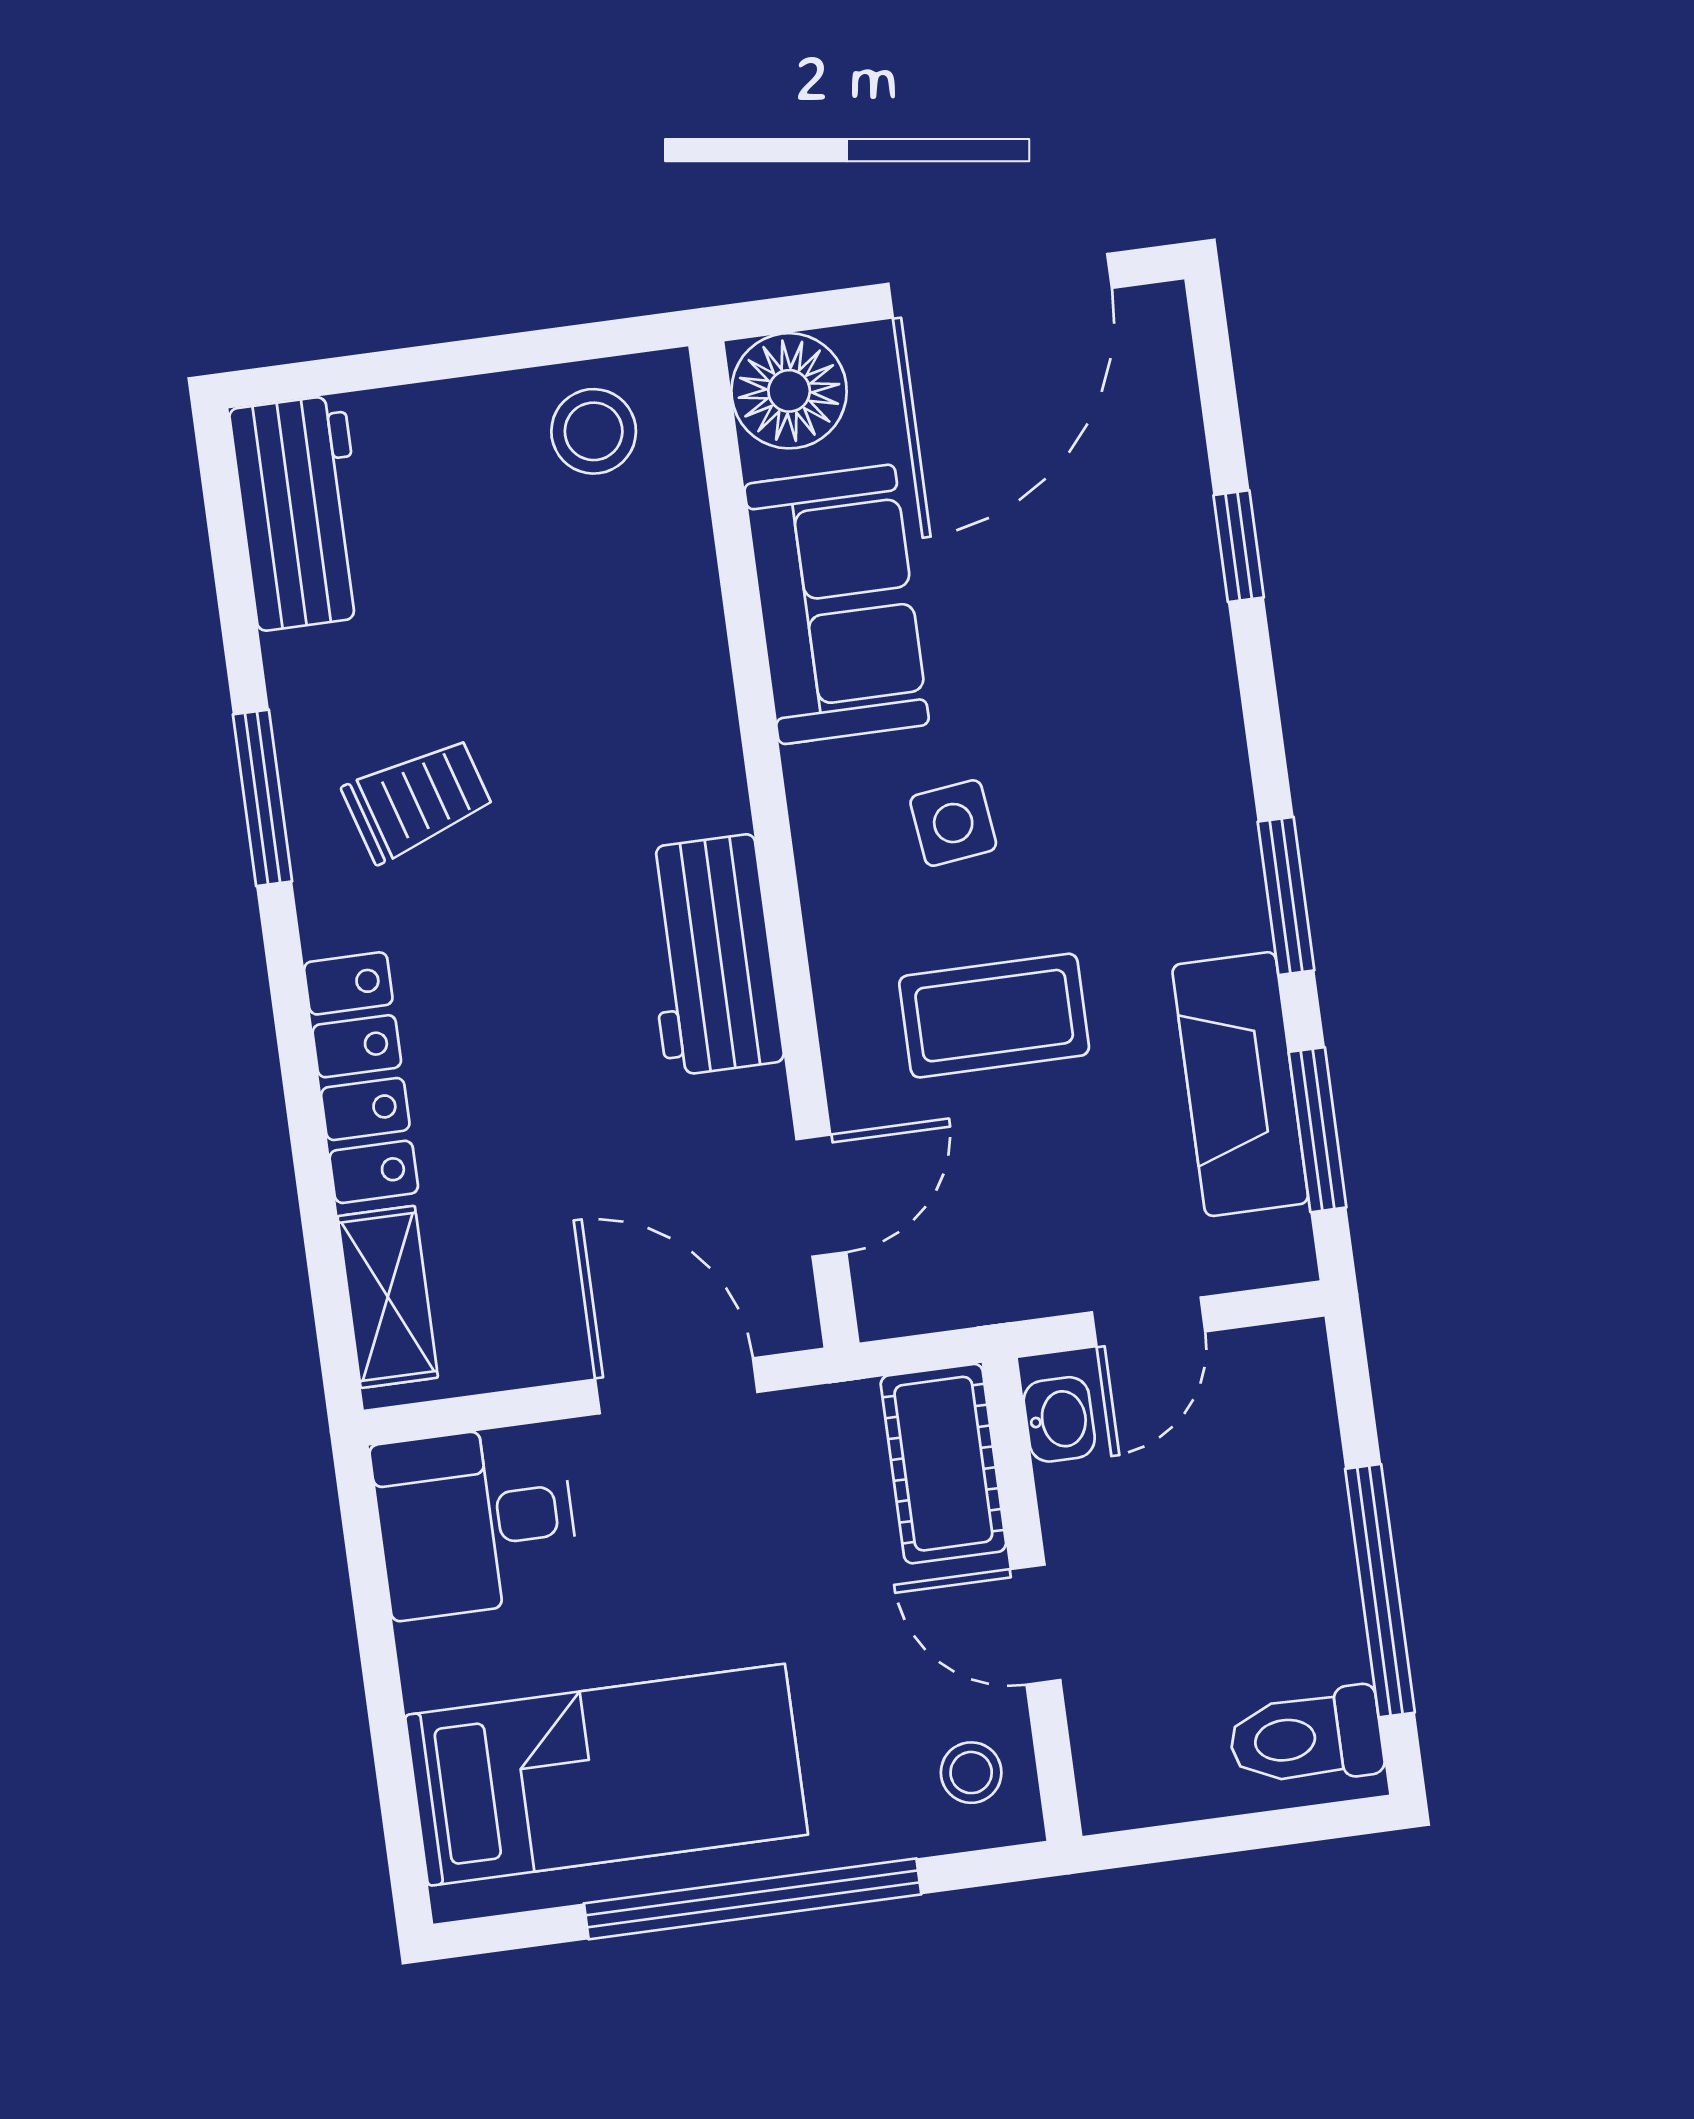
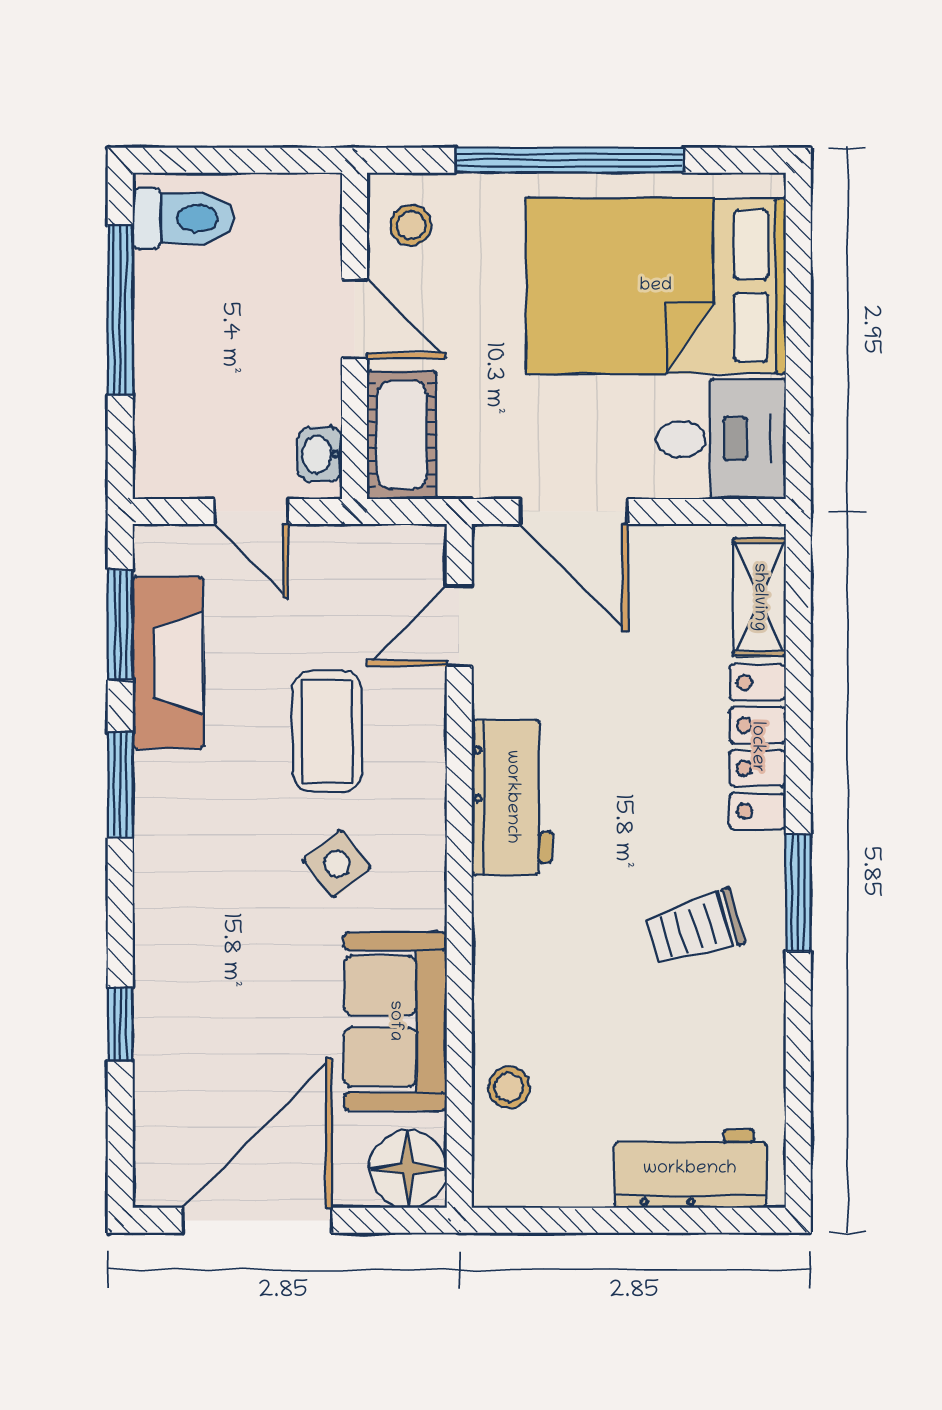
stool: (594, 431) -> (509, 1087), moved, width x0.73, depth x0.73
workbench: (301, 513) -> (690, 1169), moved, turned 90
window: (262, 798) -> (798, 893), moved
side table: (953, 823) -> (337, 864), turned -32
coffee table: (994, 1016) -> (327, 731), turned 90
door: (1149, 1322) -> (251, 512), swing flipped
bed: (606, 1775) -> (656, 286), width x1.50

